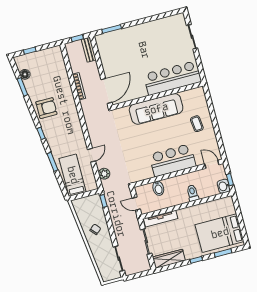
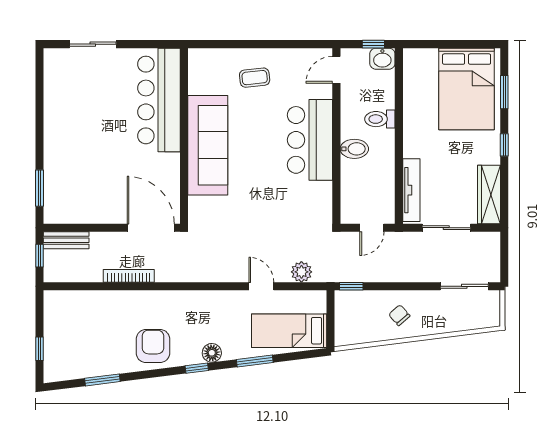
floor lamp: (25, 74) -> (212, 353), moved
bidet: (158, 188) -> (354, 149), moved

